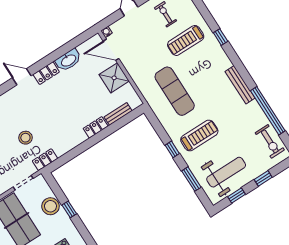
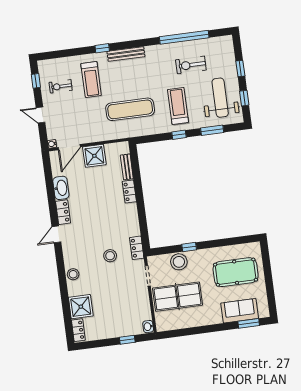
bench: (240, 85) -> (126, 54), moved
exercise bike: (270, 141) -> (191, 65), moved, turned 180

